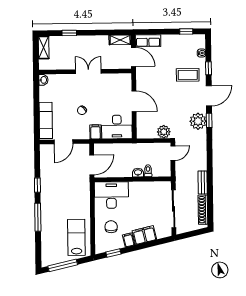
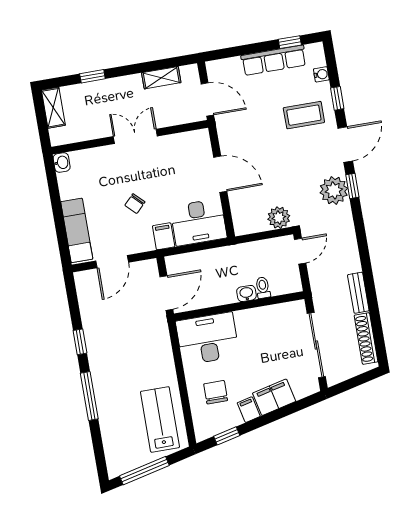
shelving: (120, 40) -> (161, 78), moved
row of seats: (148, 41) -> (274, 60), moved, width x1.48

